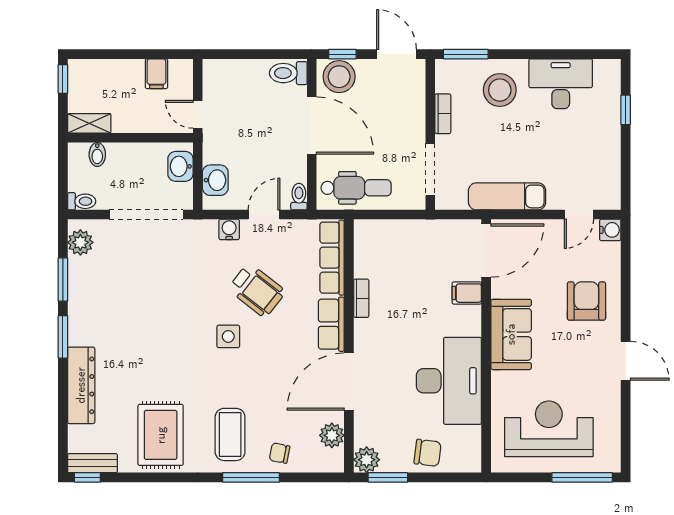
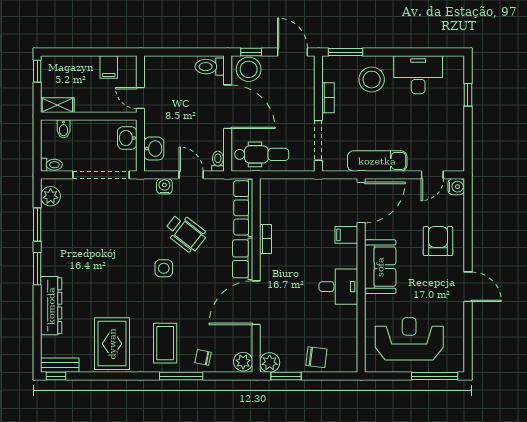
door: (264, 215) -> (191, 175), hinge flipped
desk: (449, 381) -> (338, 287), width x0.53, depth x0.77
plant: (332, 435) -> (243, 362), moved

